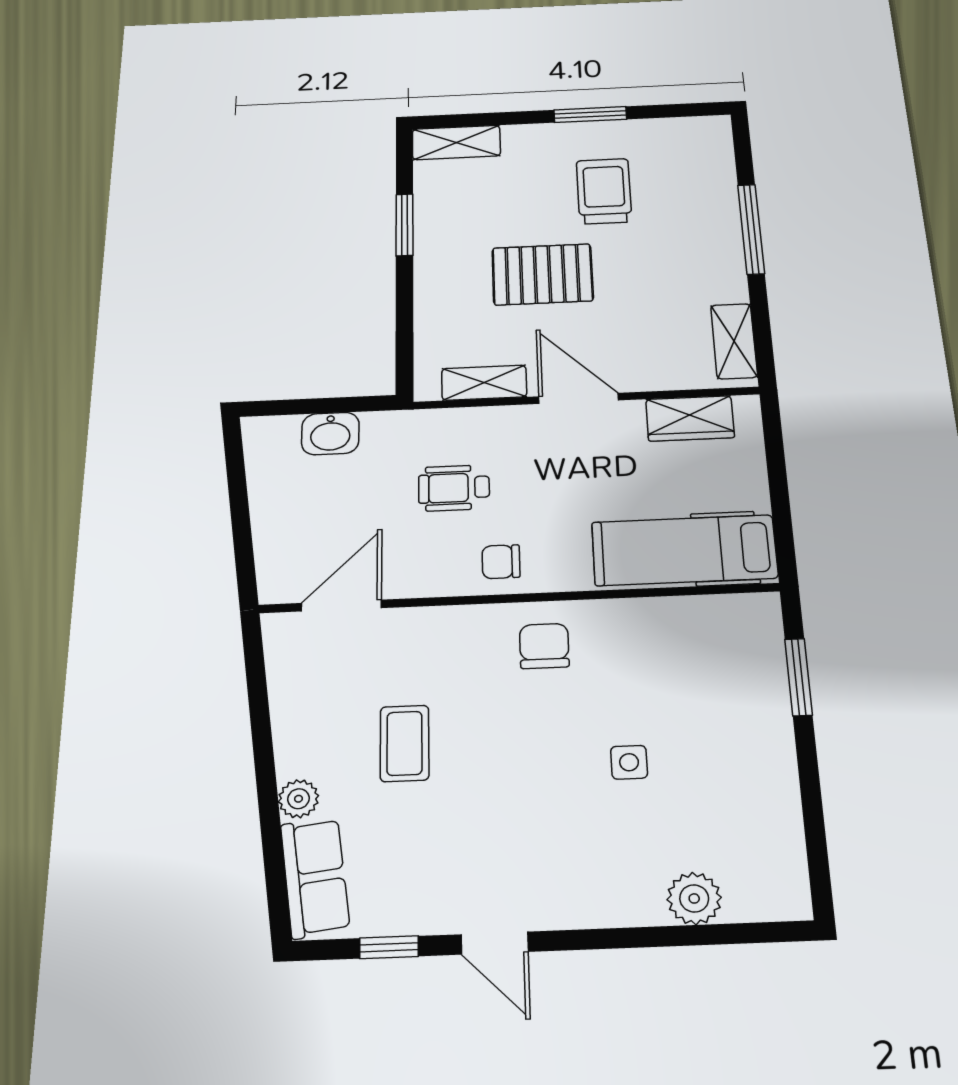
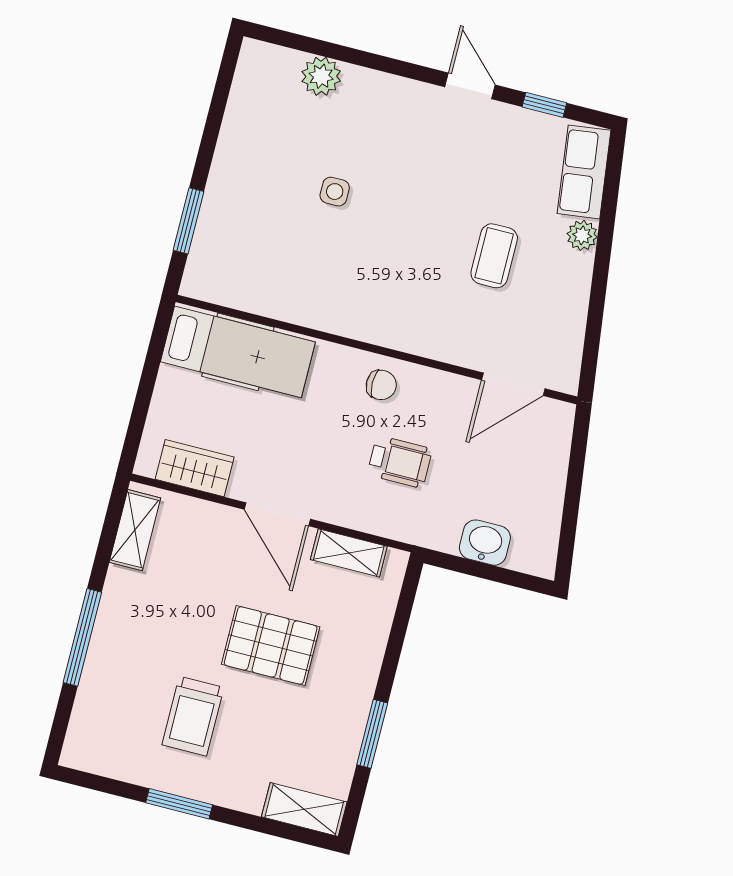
chair: (544, 646) -> (369, 303), removed

